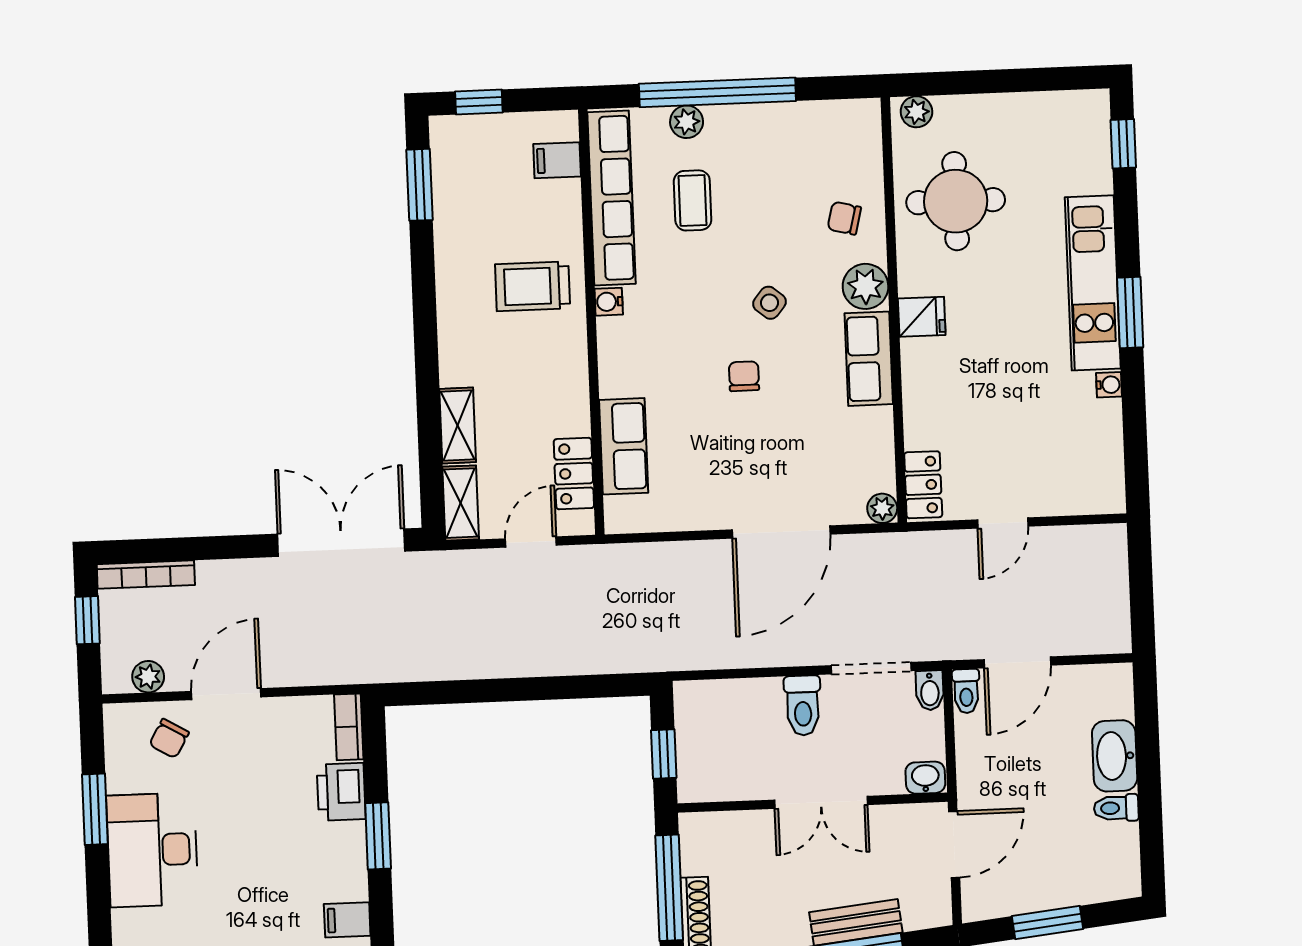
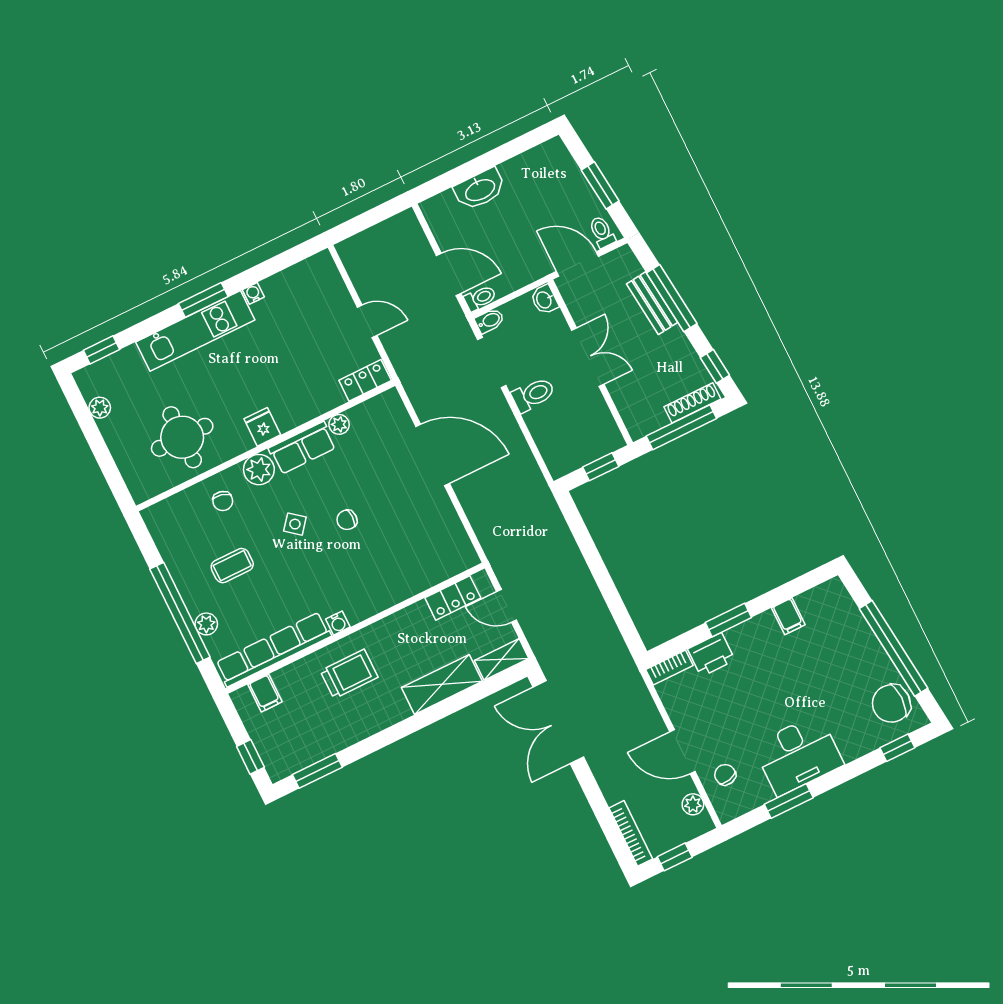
plant: (916, 112) -> (100, 408), moved
coffee table: (693, 200) -> (232, 566), moved
trolley: (533, 286) -> (349, 674), turned -90
shelving: (458, 425) -> (442, 684), width x1.50, depth x1.33
row of seats: (624, 446) -> (423, 575), removed
plant: (882, 508) -> (339, 424), moved
chair: (169, 739) -> (725, 775), turned -133
toilet: (1116, 808) -> (602, 232), moved, turned 180

